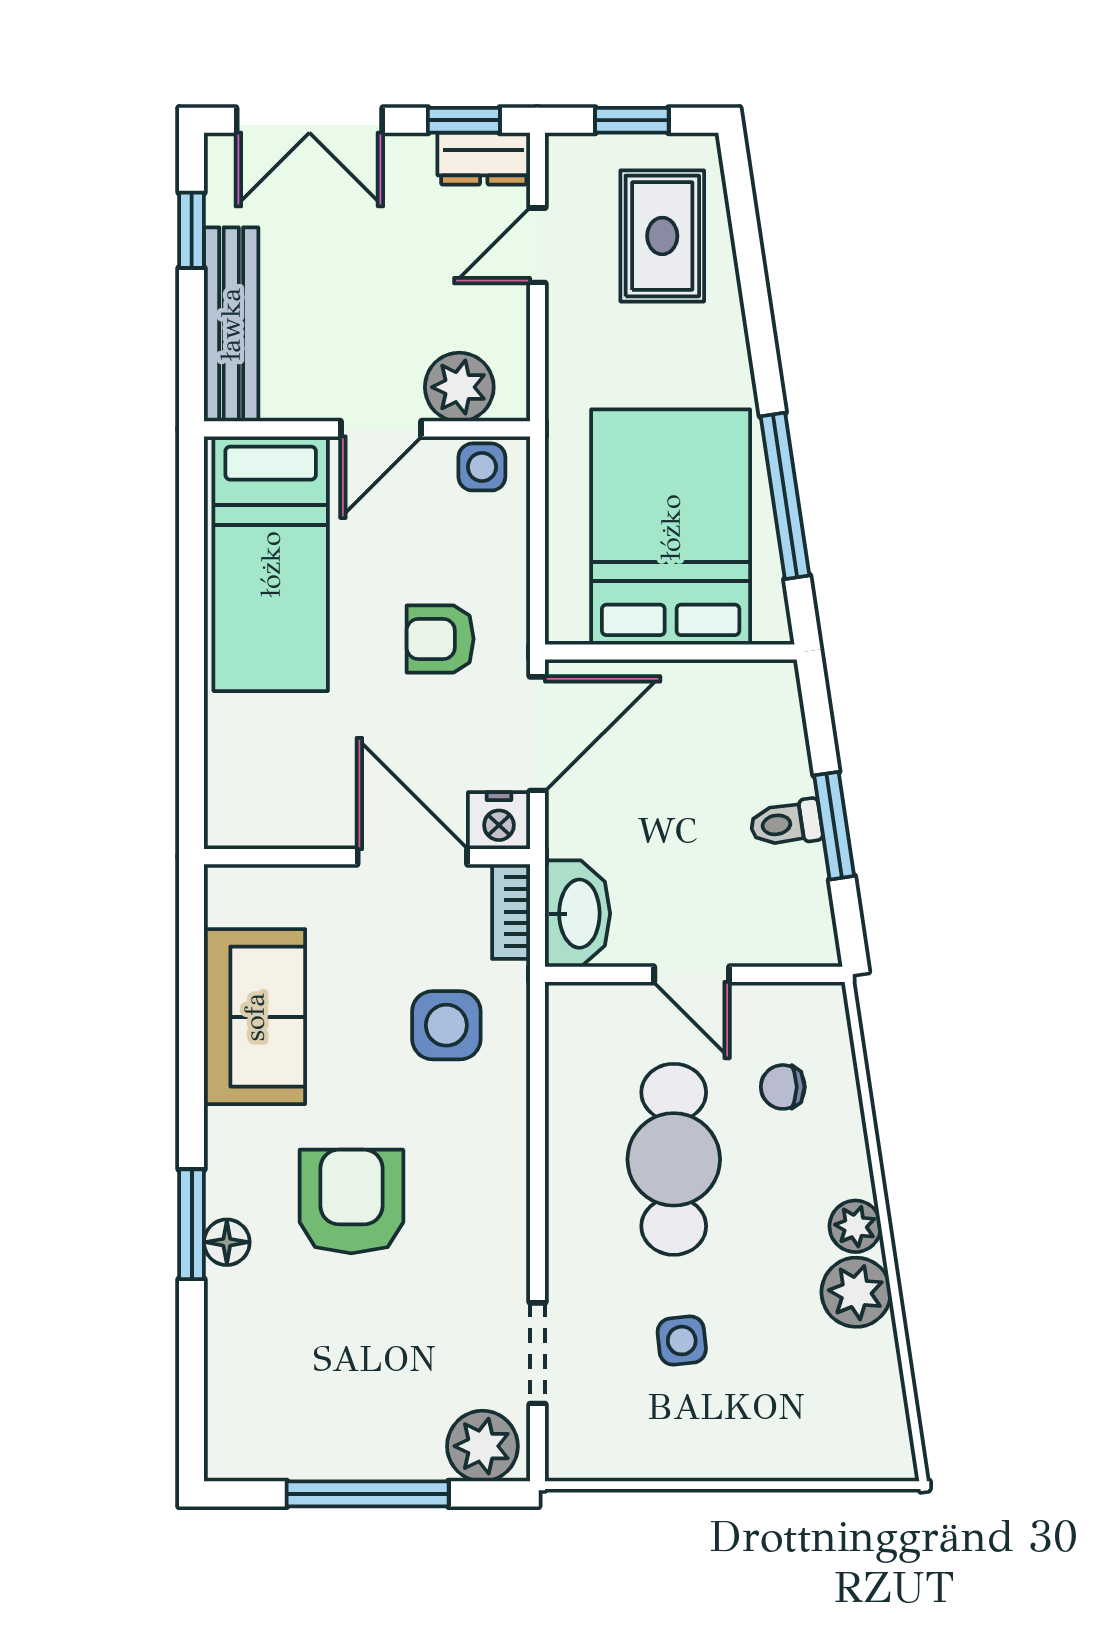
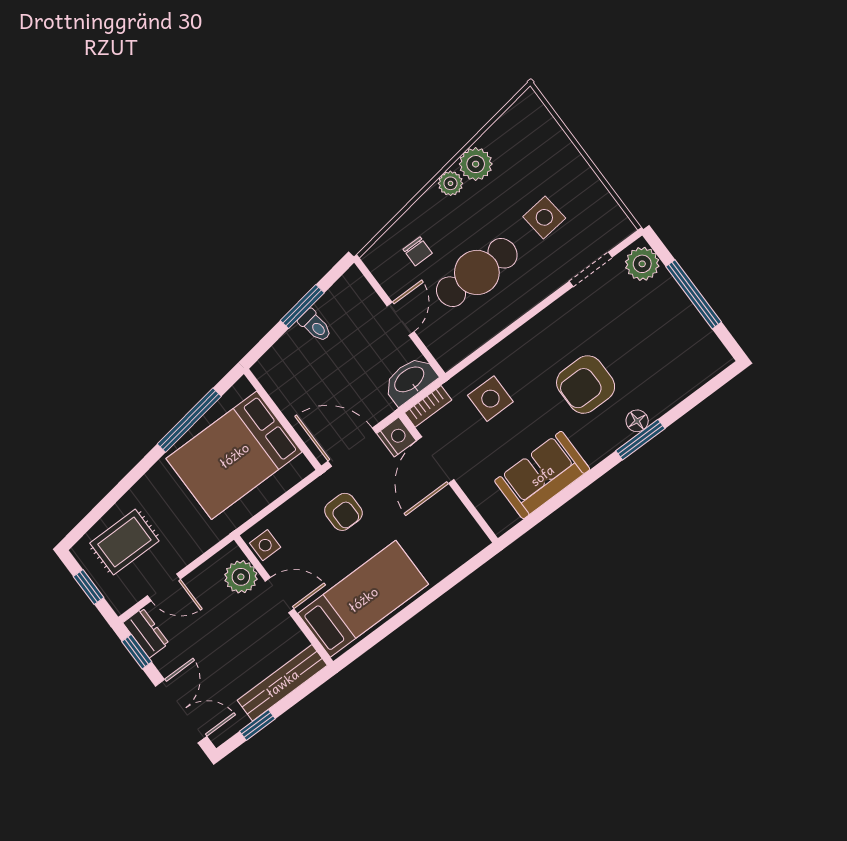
side table: (682, 1341) -> (544, 217), width x1.37, depth x1.37

